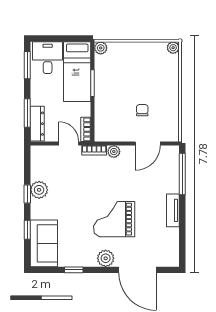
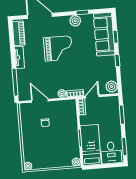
dresser: (37, 124) -> (115, 108), removed
door: (69, 144) -> (92, 96), swing flipped
door: (148, 144) -> (40, 101), hinge flipped
plant: (39, 190) -> (112, 87), moved
sofa: (44, 243) -> (104, 34), width x1.36
piano: (171, 246) -> (19, 33), added
plant: (106, 258) -> (75, 21), moved

